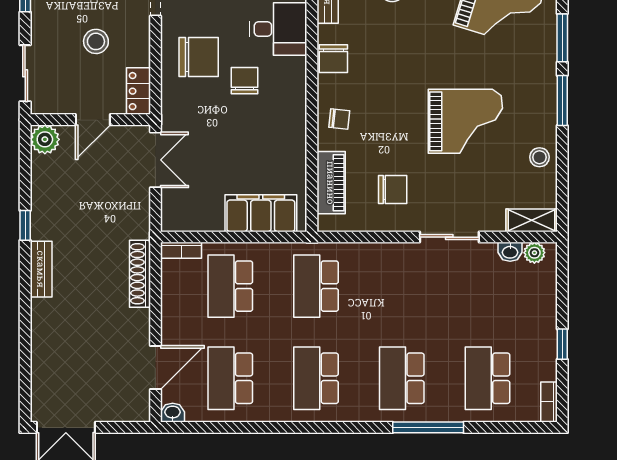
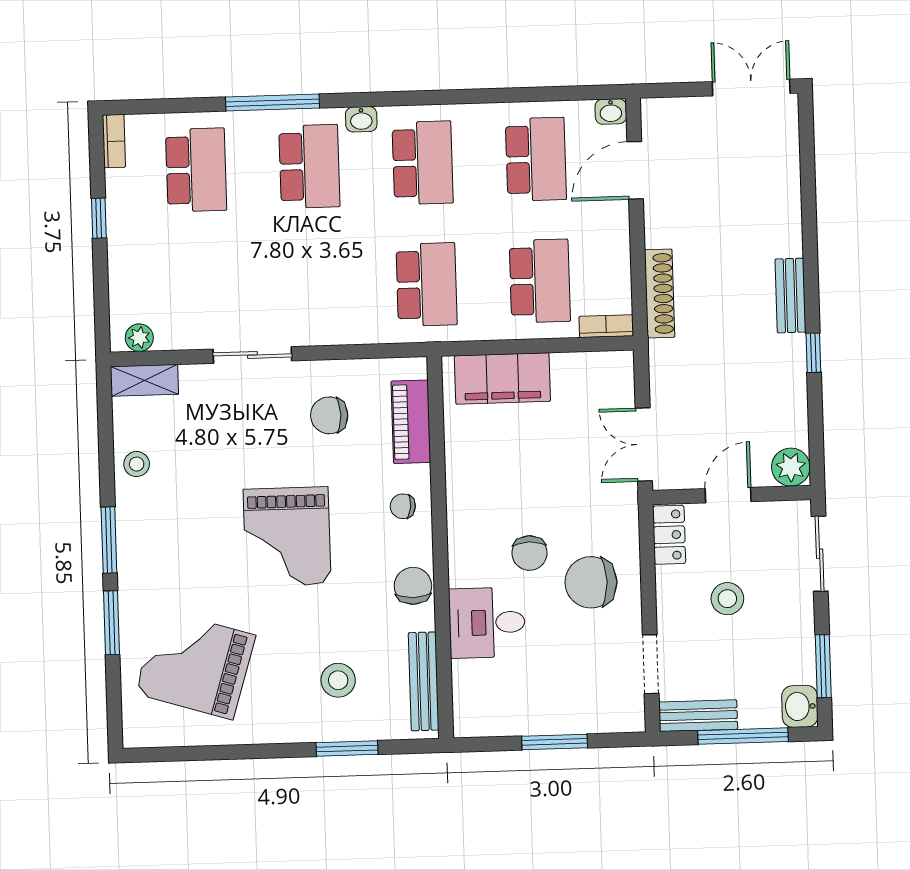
grand piano: (465, 121) -> (287, 537), moved, turned -90
washbasin: (510, 252) -> (361, 119), moved, turned 180

